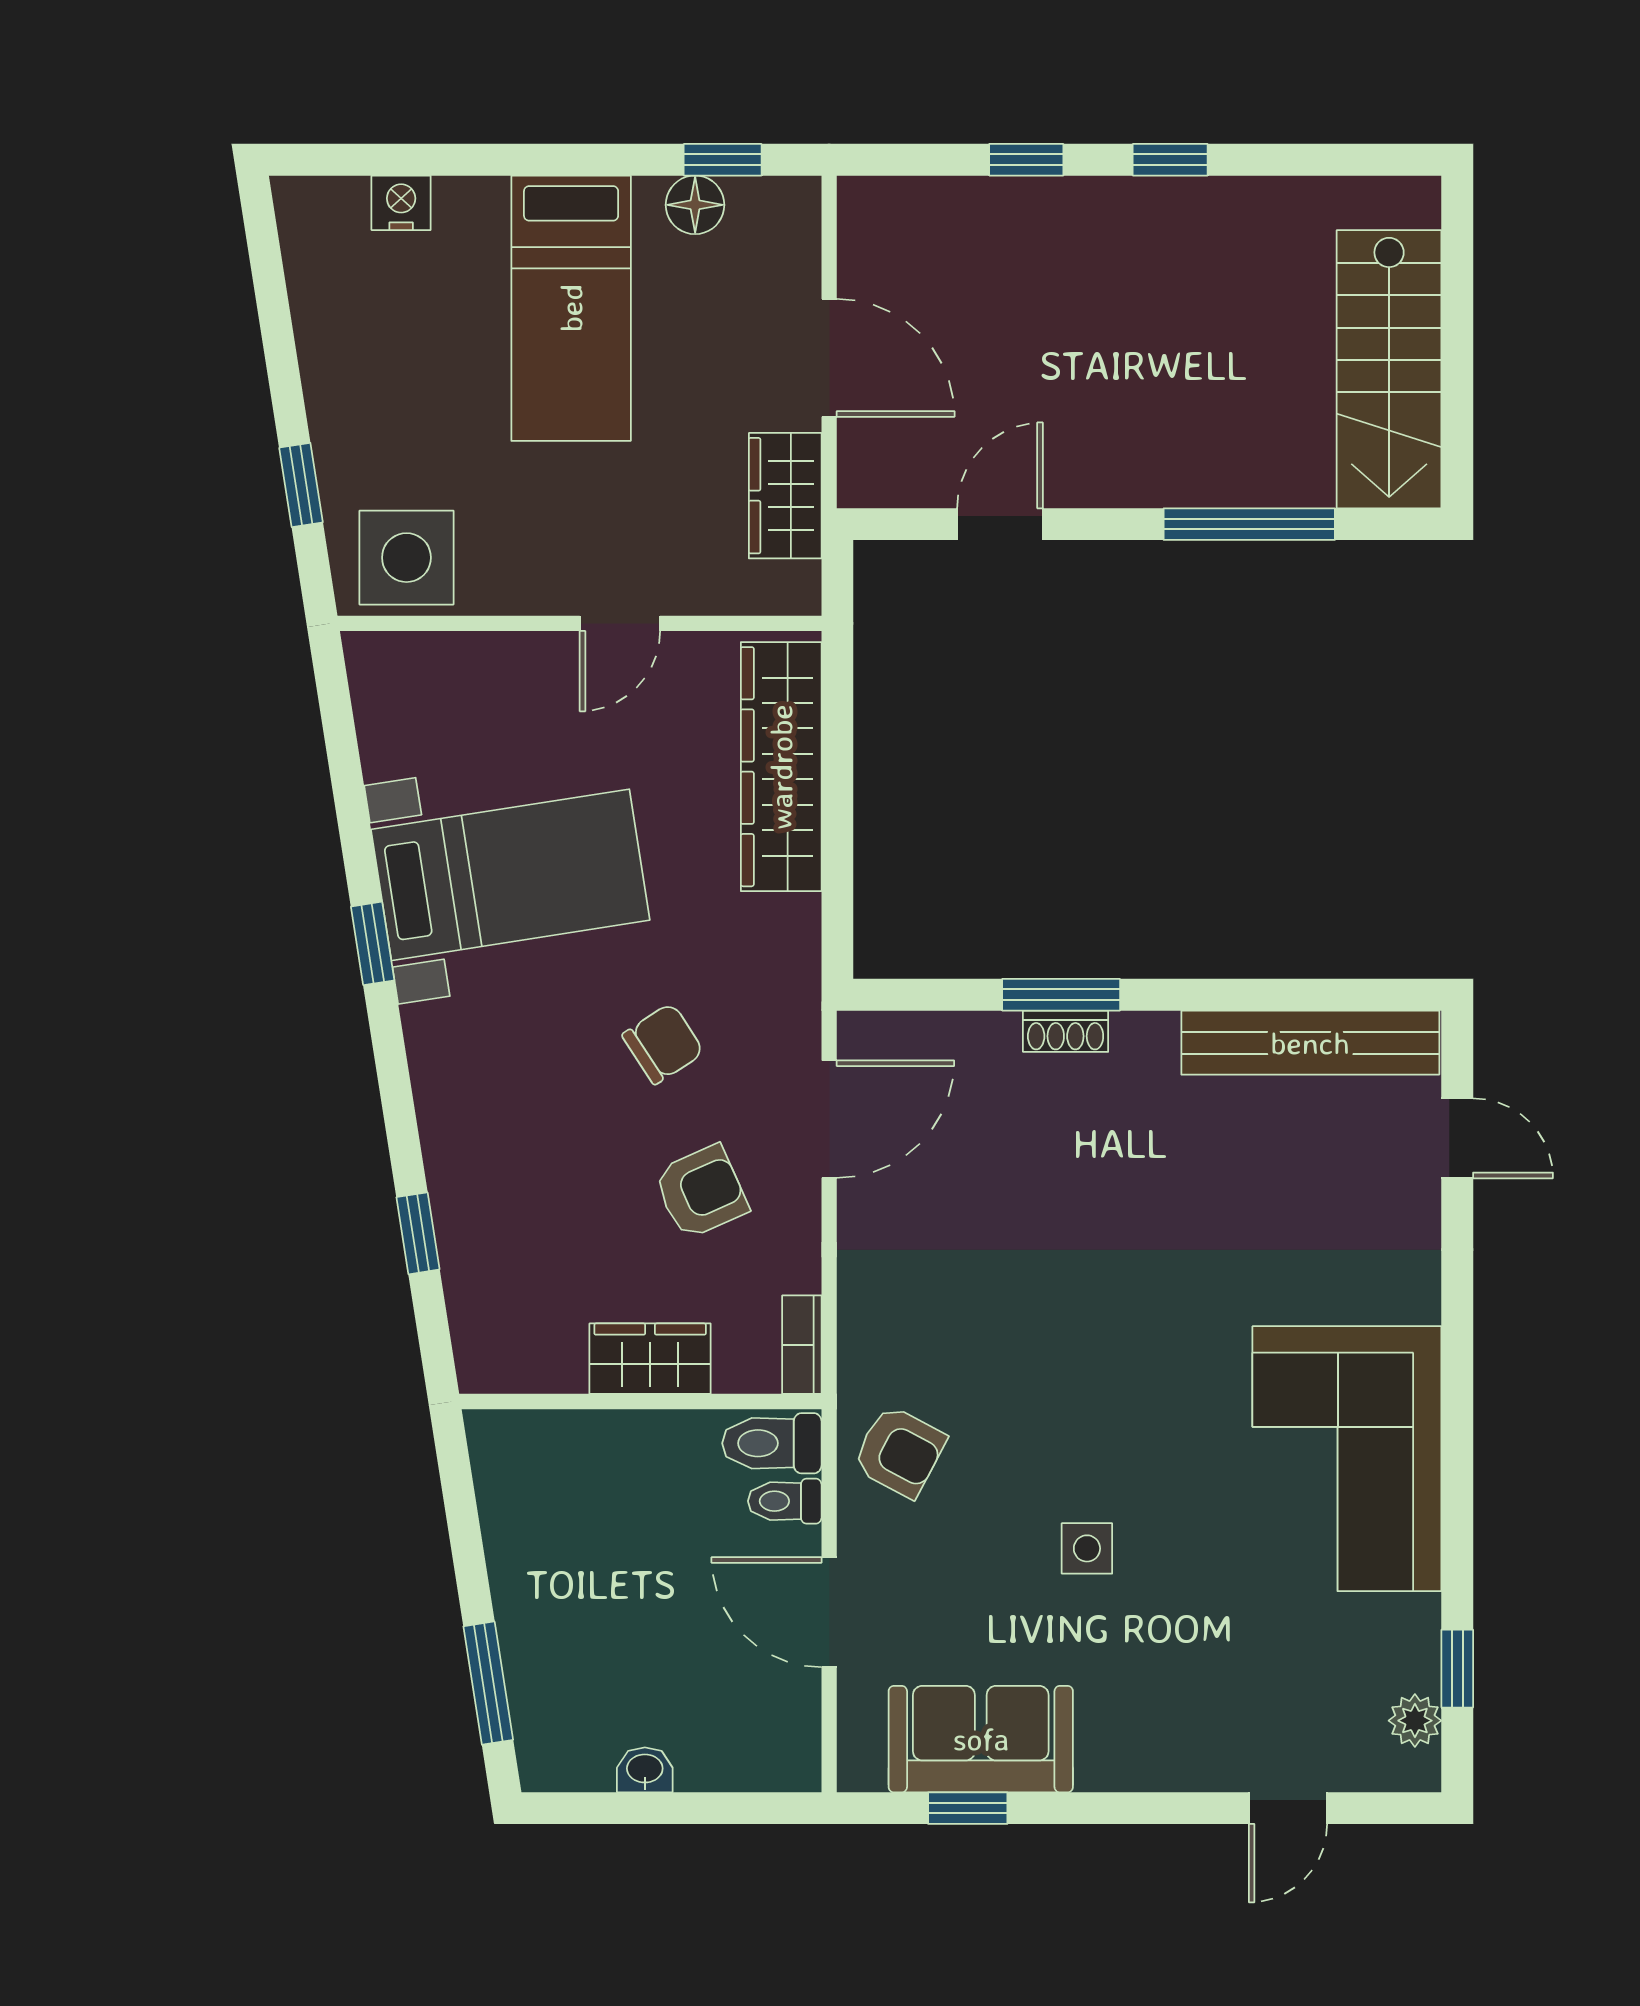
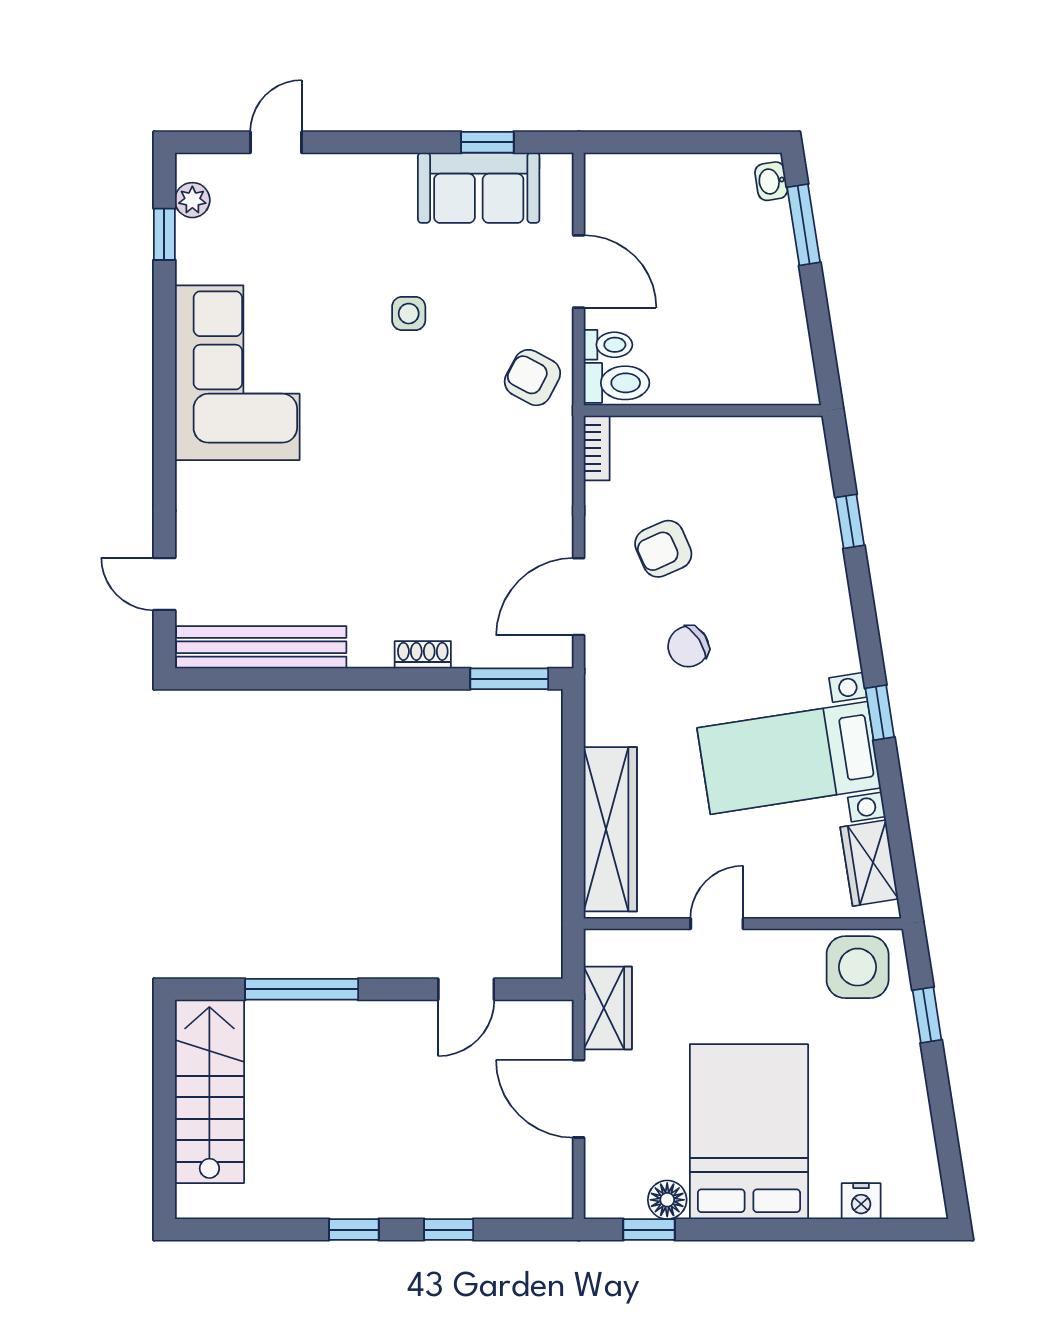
bed: (571, 308) -> (749, 1132), width x1.50
window: (1061, 995) -> (509, 679), moved
wardrobe: (650, 1359) -> (869, 863), moved, turned 81
washbasin: (645, 1770) -> (771, 181), moved, turned 81

